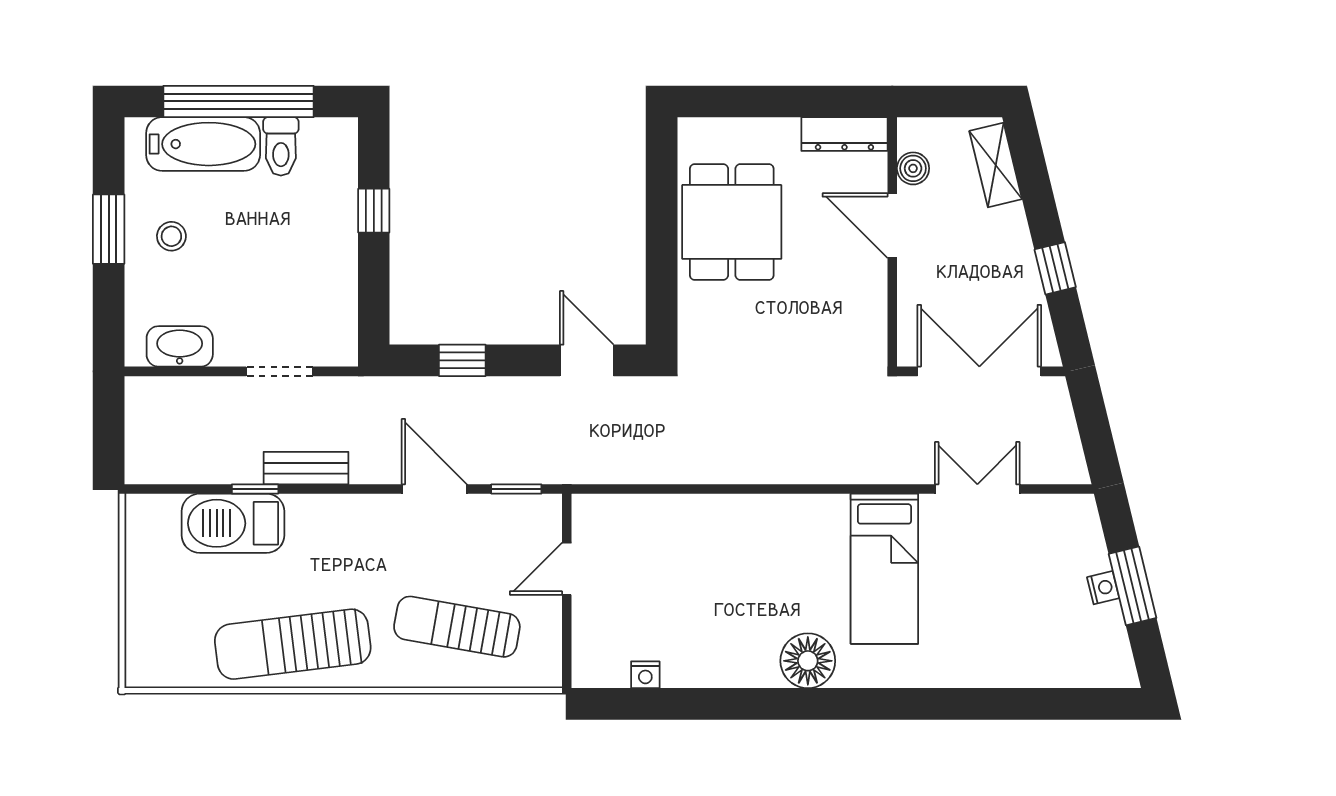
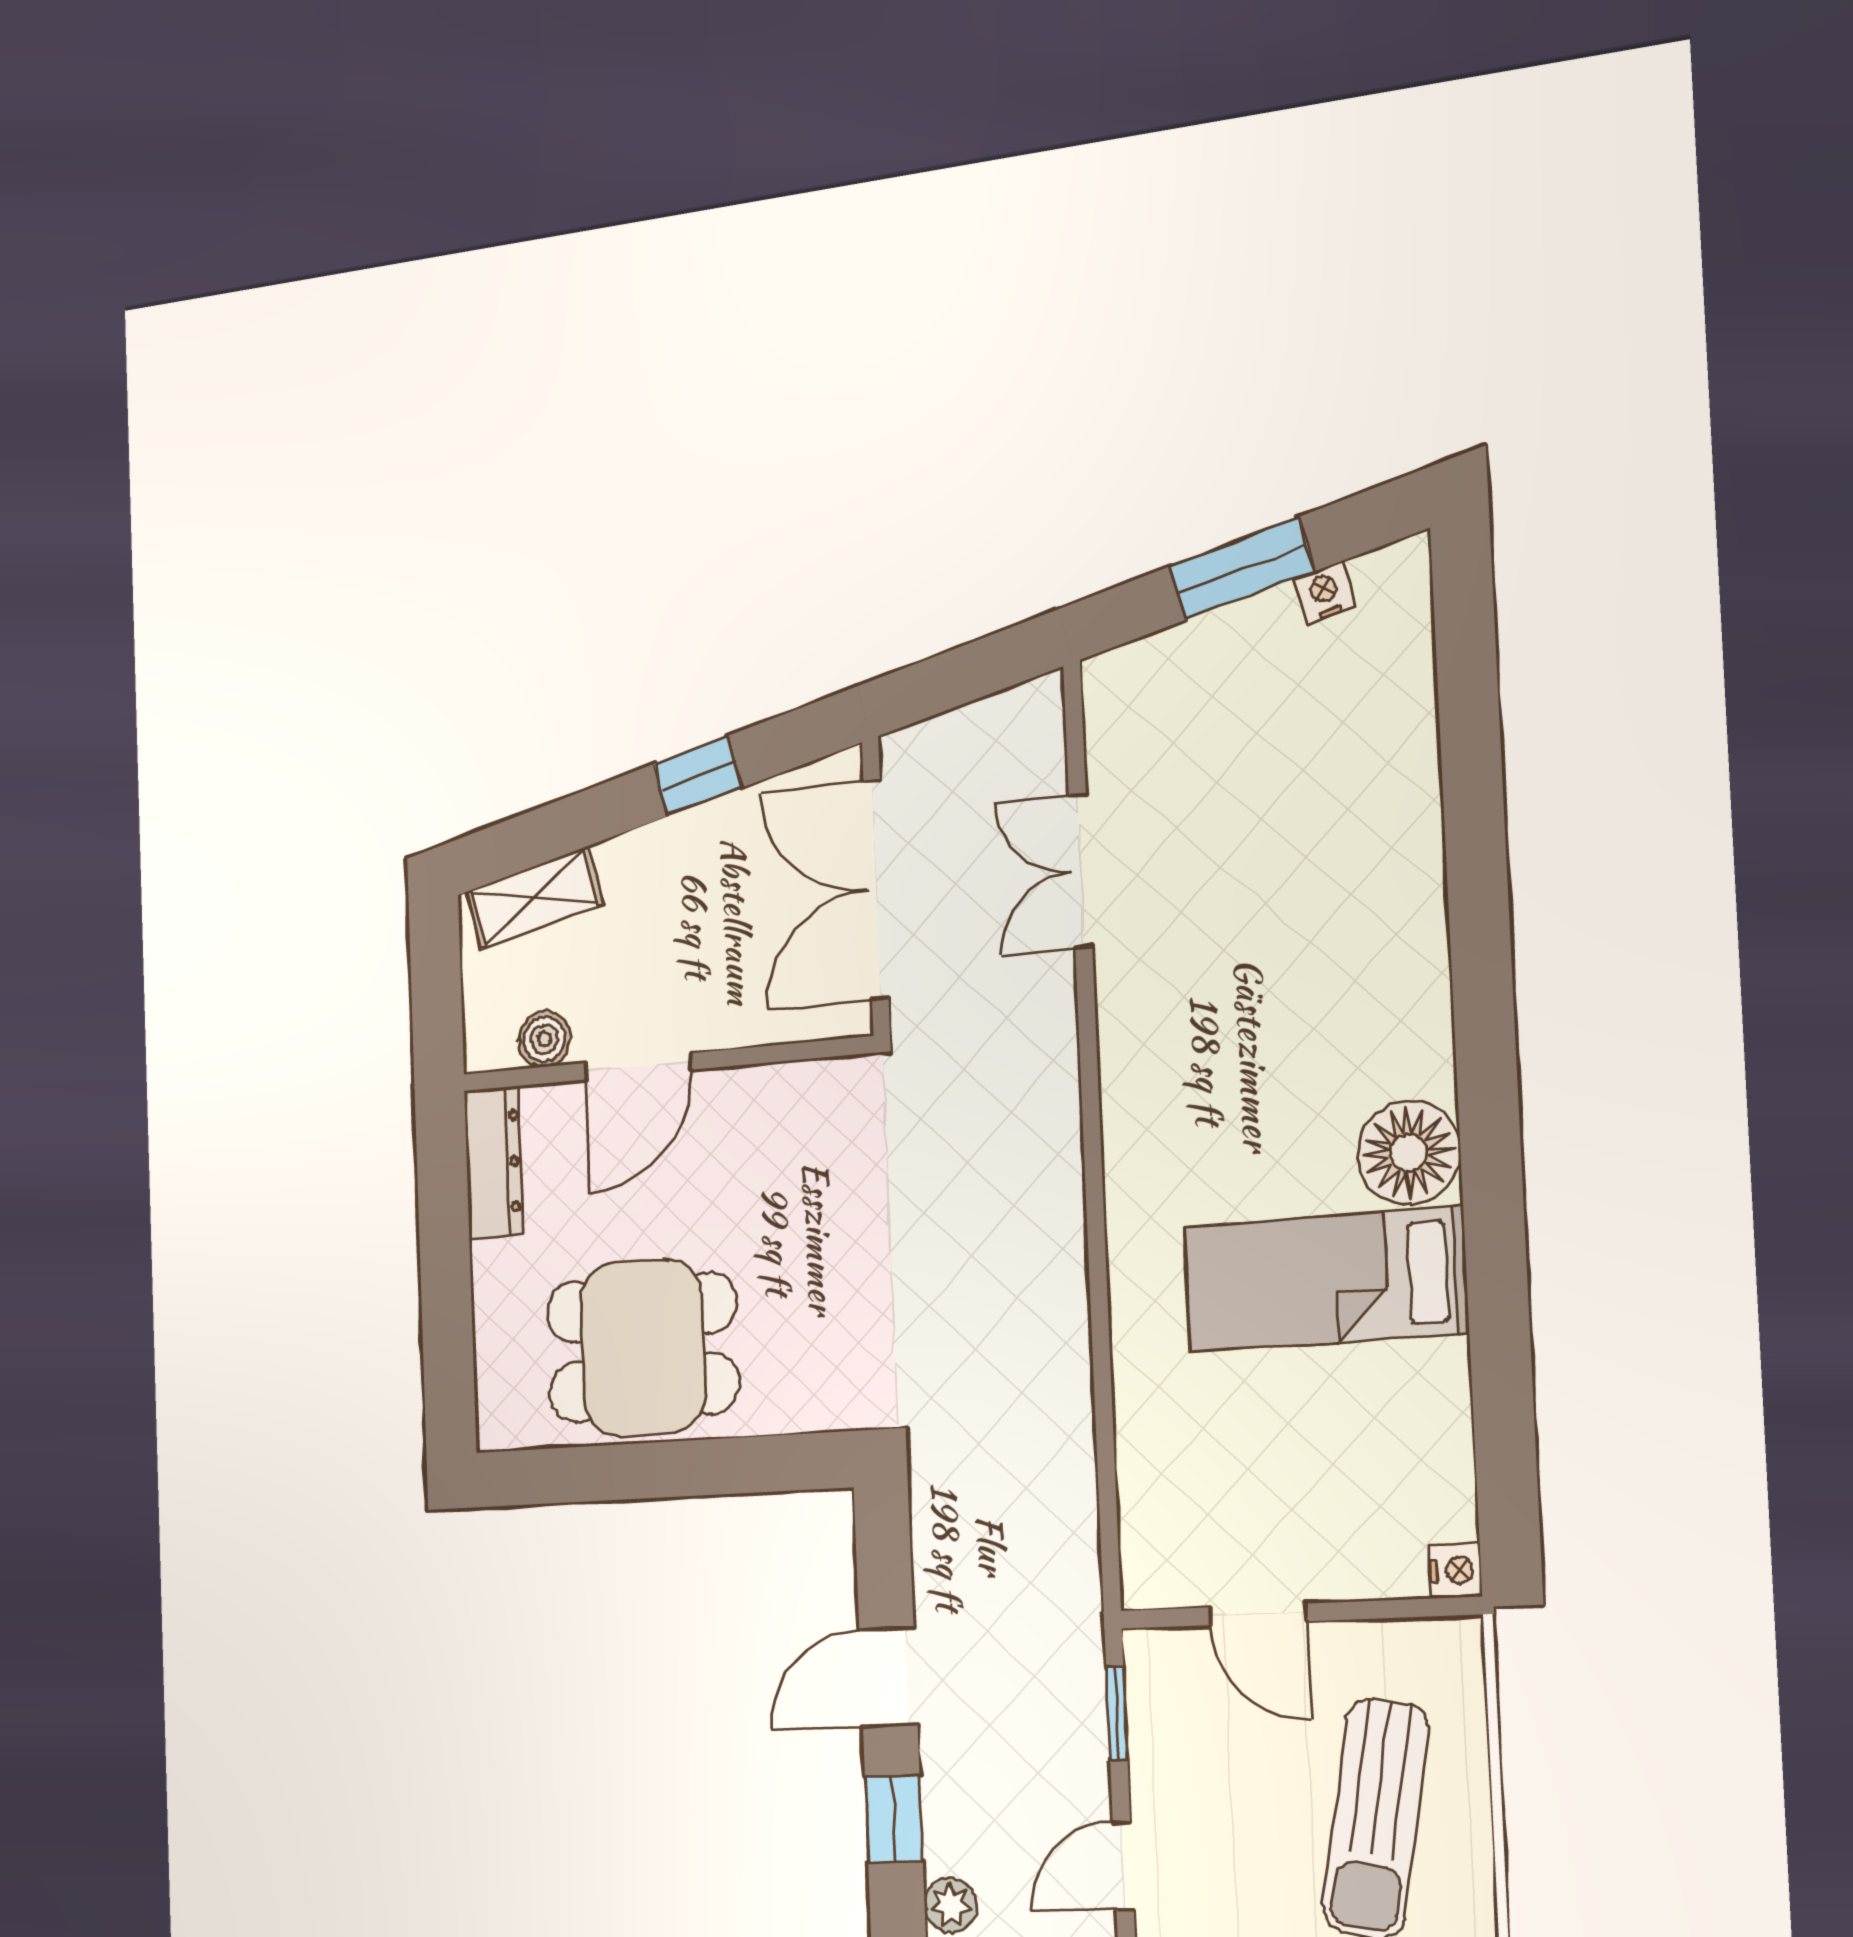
door: (587, 360) -> (888, 1677), moved
plant: (414, 391) -> (950, 1905), added
door: (434, 489) -> (1123, 1866), width x0.73
bed: (884, 569) -> (1325, 1280), moved, turned 180
nightstand: (1103, 588) -> (1324, 593), moved
nightstand: (645, 675) -> (1455, 1570), moved

